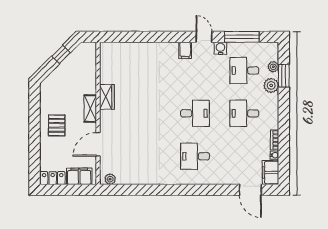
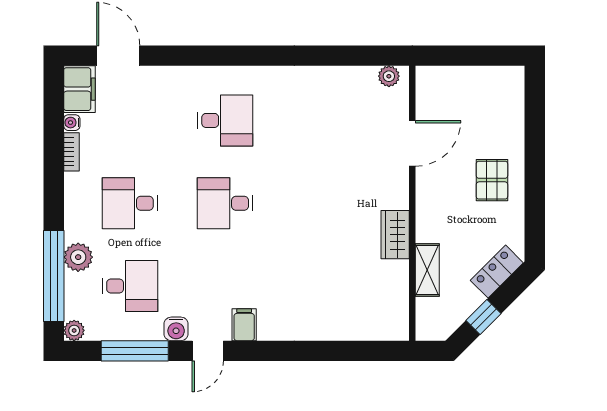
door: (204, 37) -> (208, 351), hinge flipped
plant: (273, 67) -> (74, 330), moved
window: (284, 76) -> (54, 276), width x2.11
shelving: (90, 108) -> (427, 270), moved
desk: (244, 113) -> (130, 203), turned 180
filing cabinet: (79, 176) -> (449, 82), removed
locker: (53, 178) -> (497, 272), moved, turned 135

